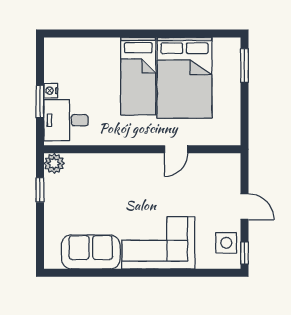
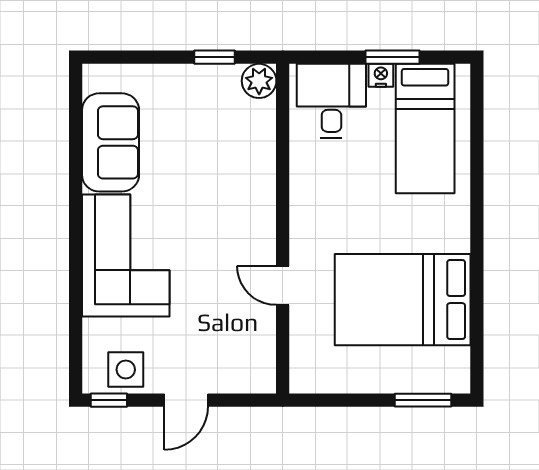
bed: (138, 76) -> (425, 129), moved, turned -90
window: (40, 102) -> (392, 57), moved

